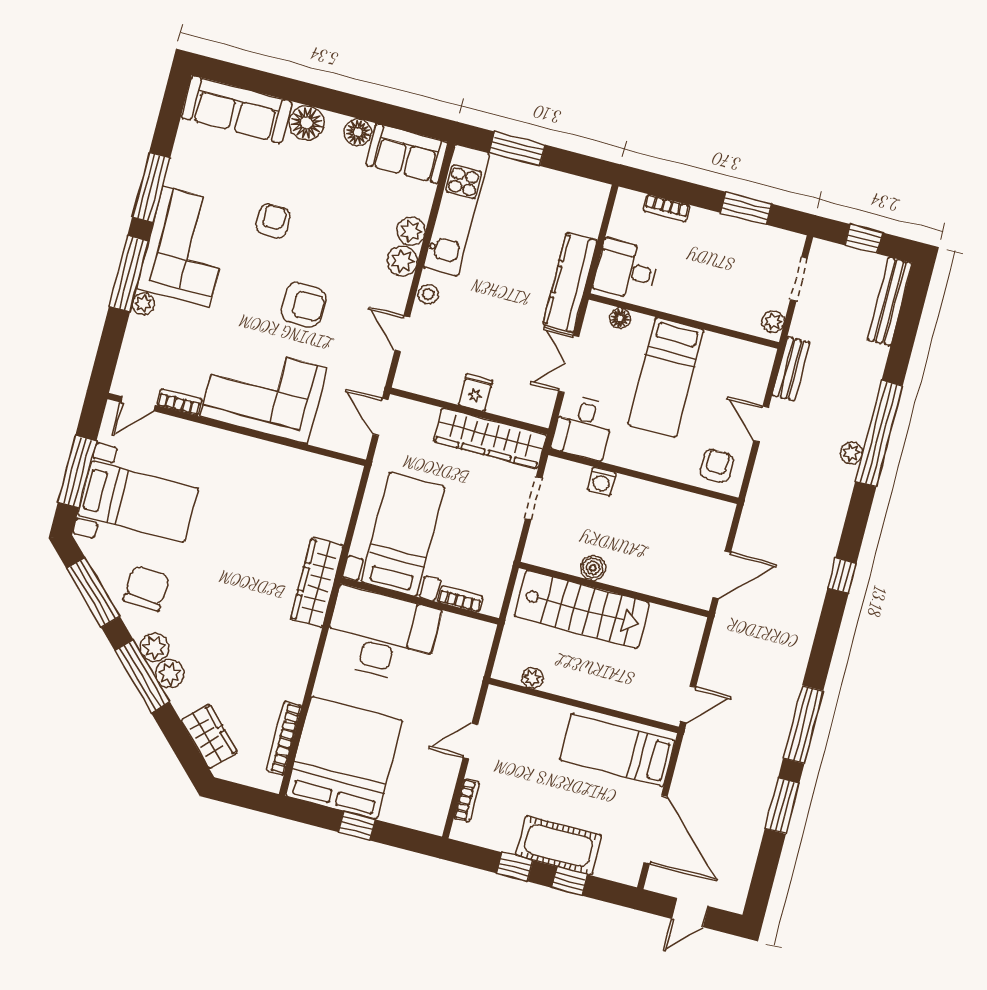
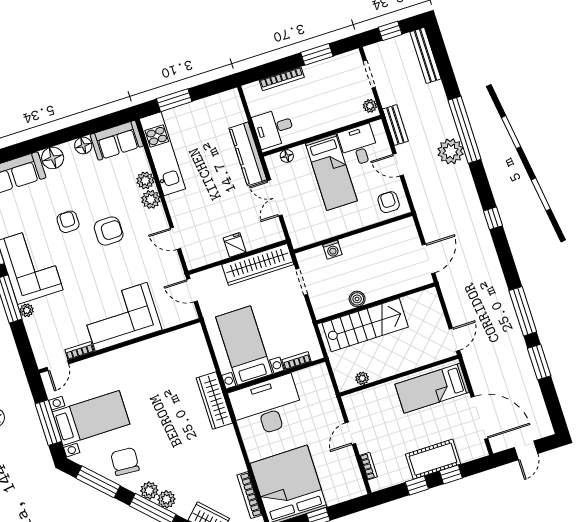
bookcase: (666, 208) -> (282, 79), width x1.56
stool: (428, 294) -> (176, 208), removed
armchair: (303, 305) -> (109, 231), moved
desk: (583, 427) -> (359, 145), moved, turned 180
plant: (851, 453) -> (451, 151), width x1.88, depth x1.88

